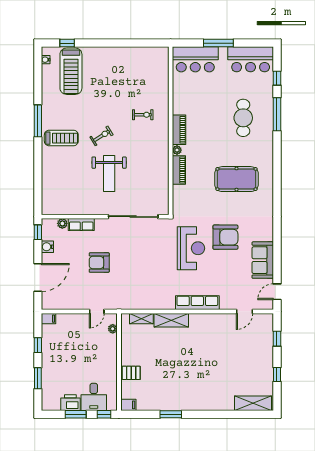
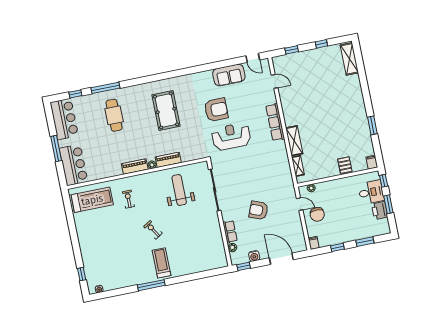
treadmill: (71, 71) -> (92, 200), moved
cafe table: (243, 118) -> (114, 115), turned 90
weight bench: (109, 174) -> (179, 190), moved, turned -90
armchair: (225, 237) -> (216, 110), turned 90
armchair: (99, 263) -> (259, 210), turned 112
chair: (81, 329) -> (317, 214), added

